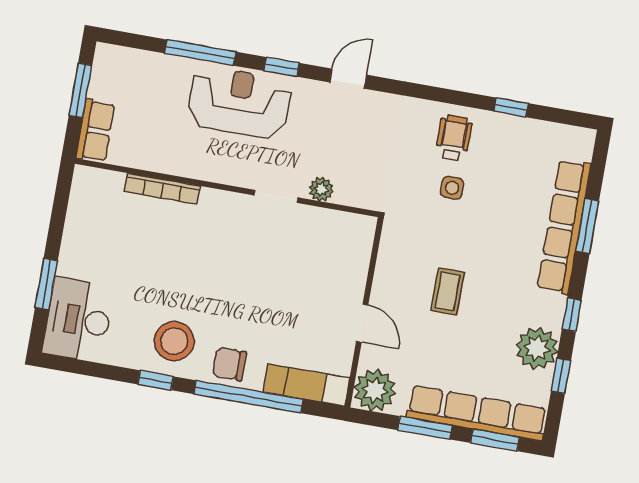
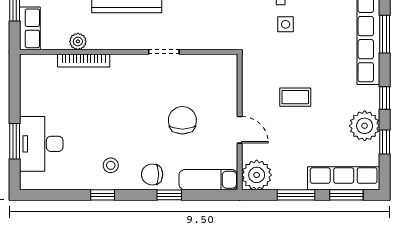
plant: (321, 189) -> (78, 41), moved
coffee table: (448, 291) -> (295, 97), turned 90
chair: (285, 296) -> (182, 120), added
desk: (78, 320) -> (41, 144), moved
stool: (174, 341) -> (111, 165), width x0.53, depth x0.53
window: (248, 397) -> (169, 195), width x0.32
row of seats: (477, 413) -> (344, 178), width x0.73

